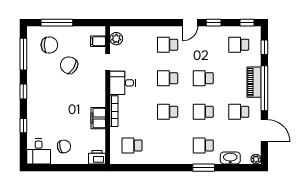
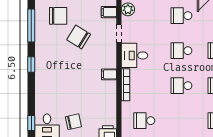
filing cabinet: (98, 118) -> (109, 74), moved, width x0.50
window: (23, 126) -> (31, 123), moved

